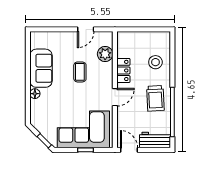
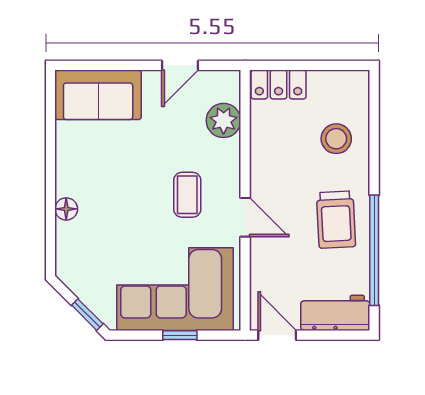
sofa: (41, 68) -> (98, 95), moved, turned 90
locker: (123, 70) -> (279, 84), moved, turned 90
coffee table: (80, 72) -> (187, 195), moved
door: (115, 97) -> (245, 217), hinge flipped

